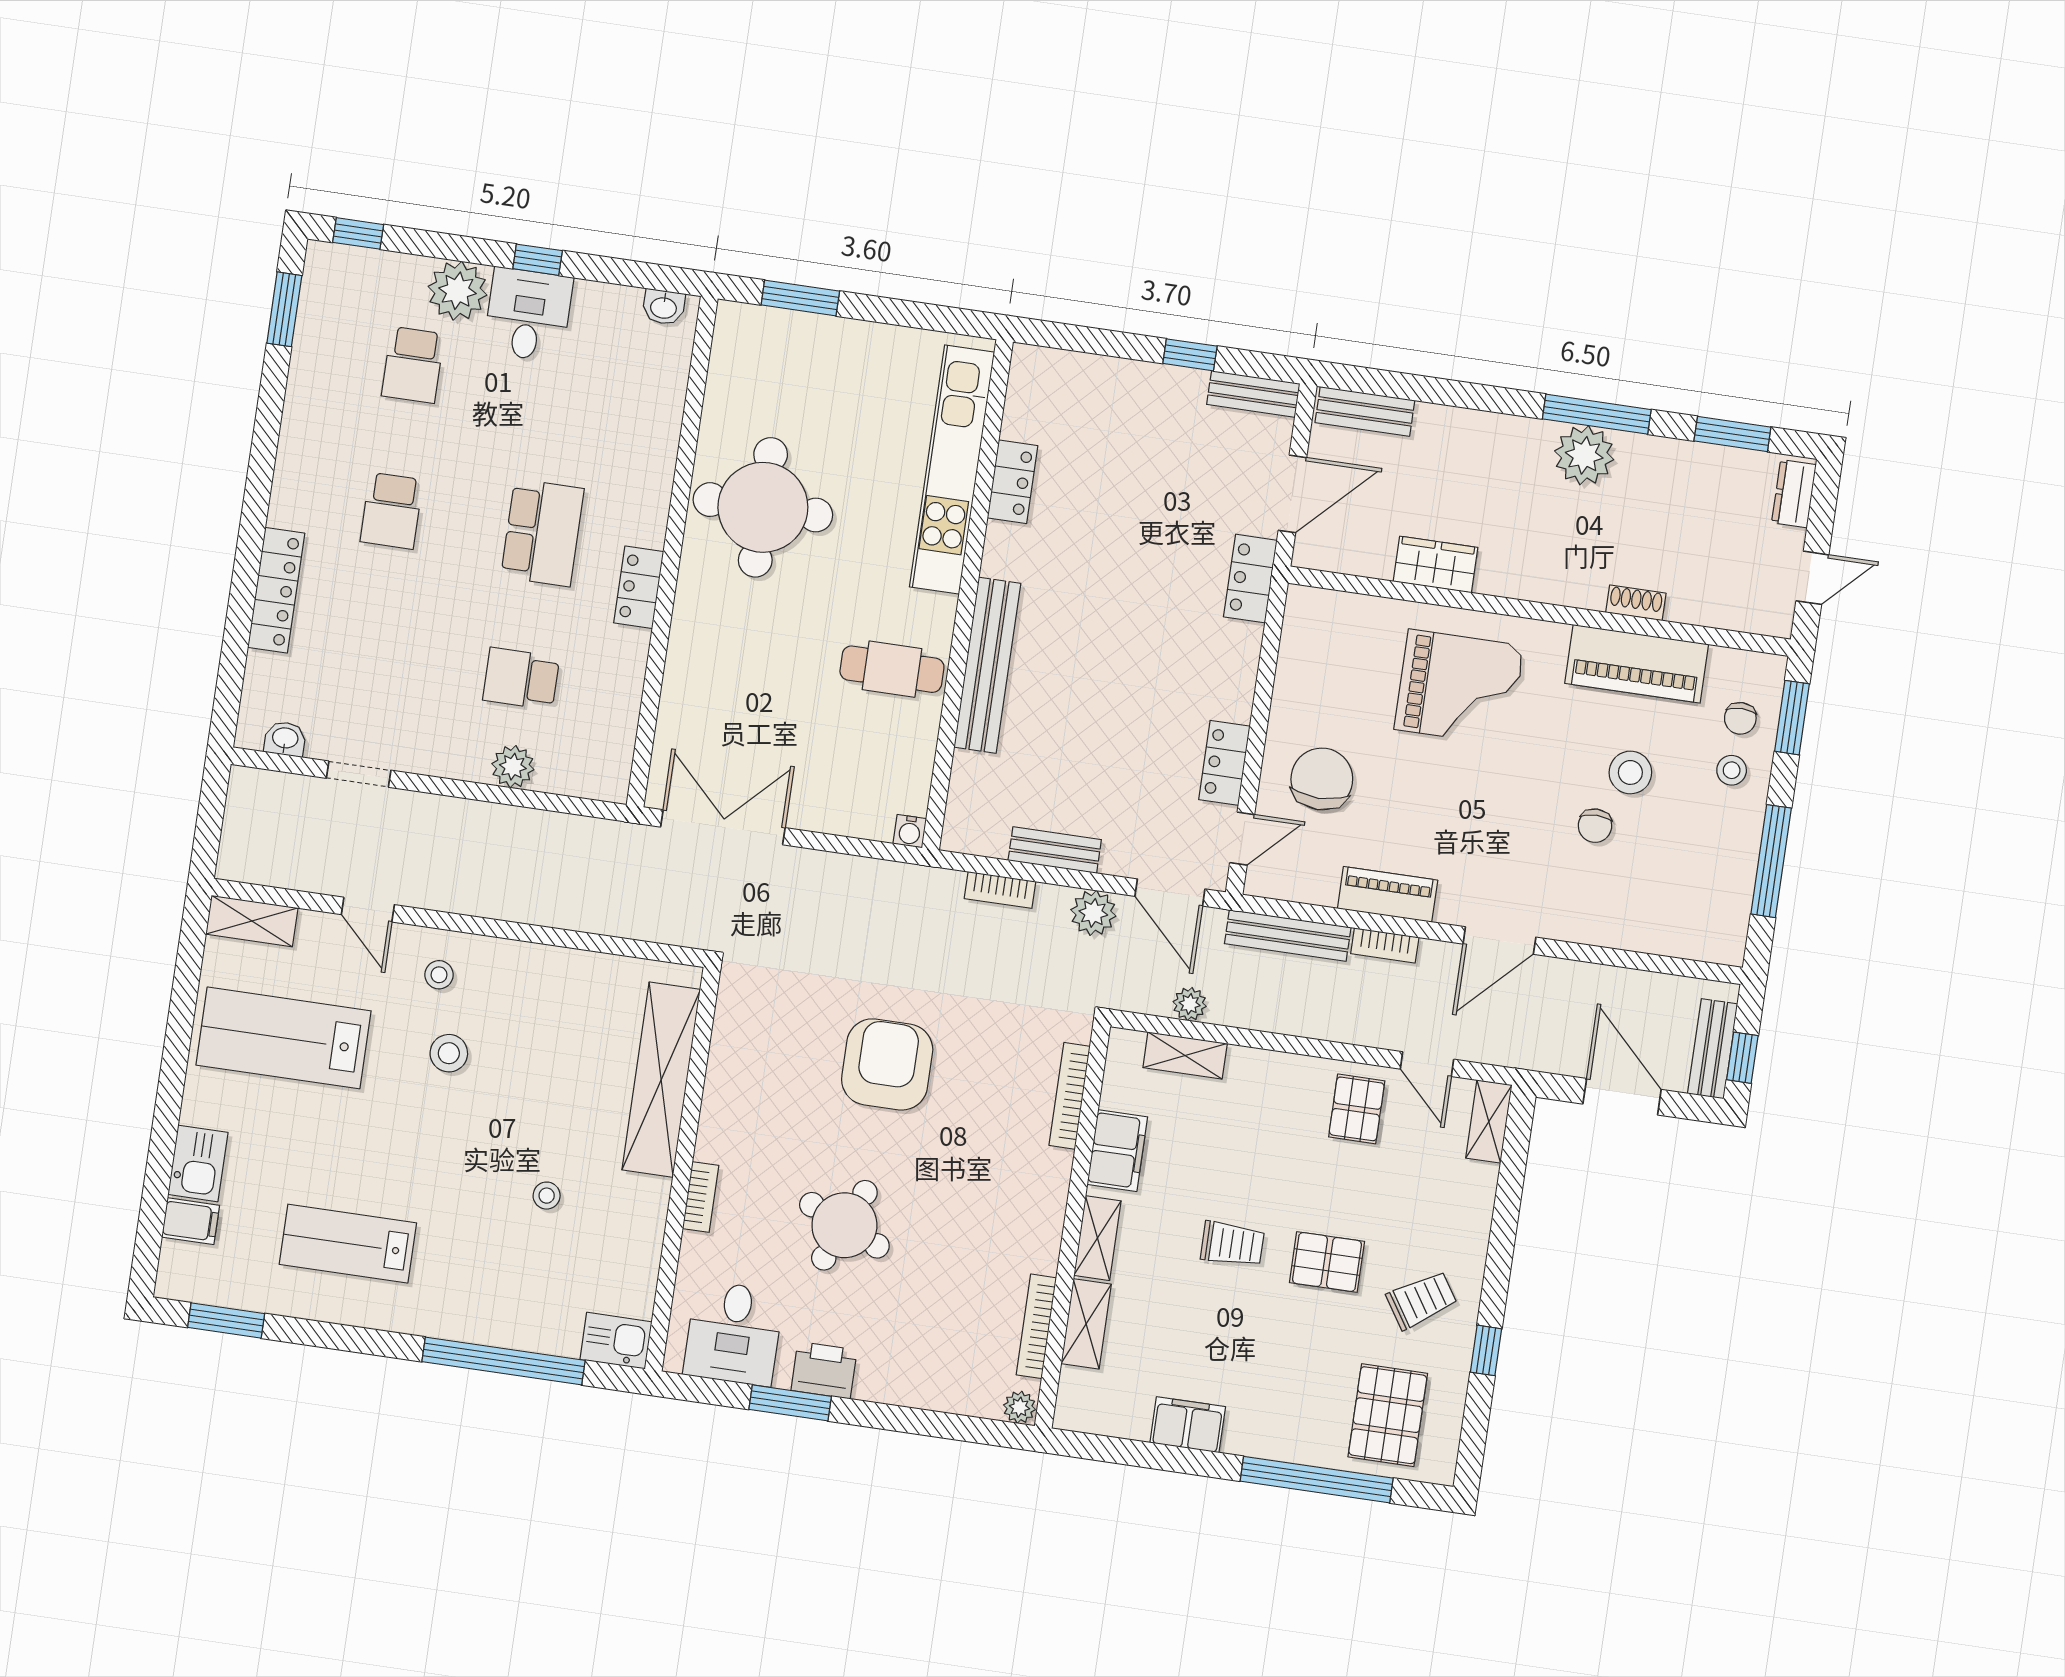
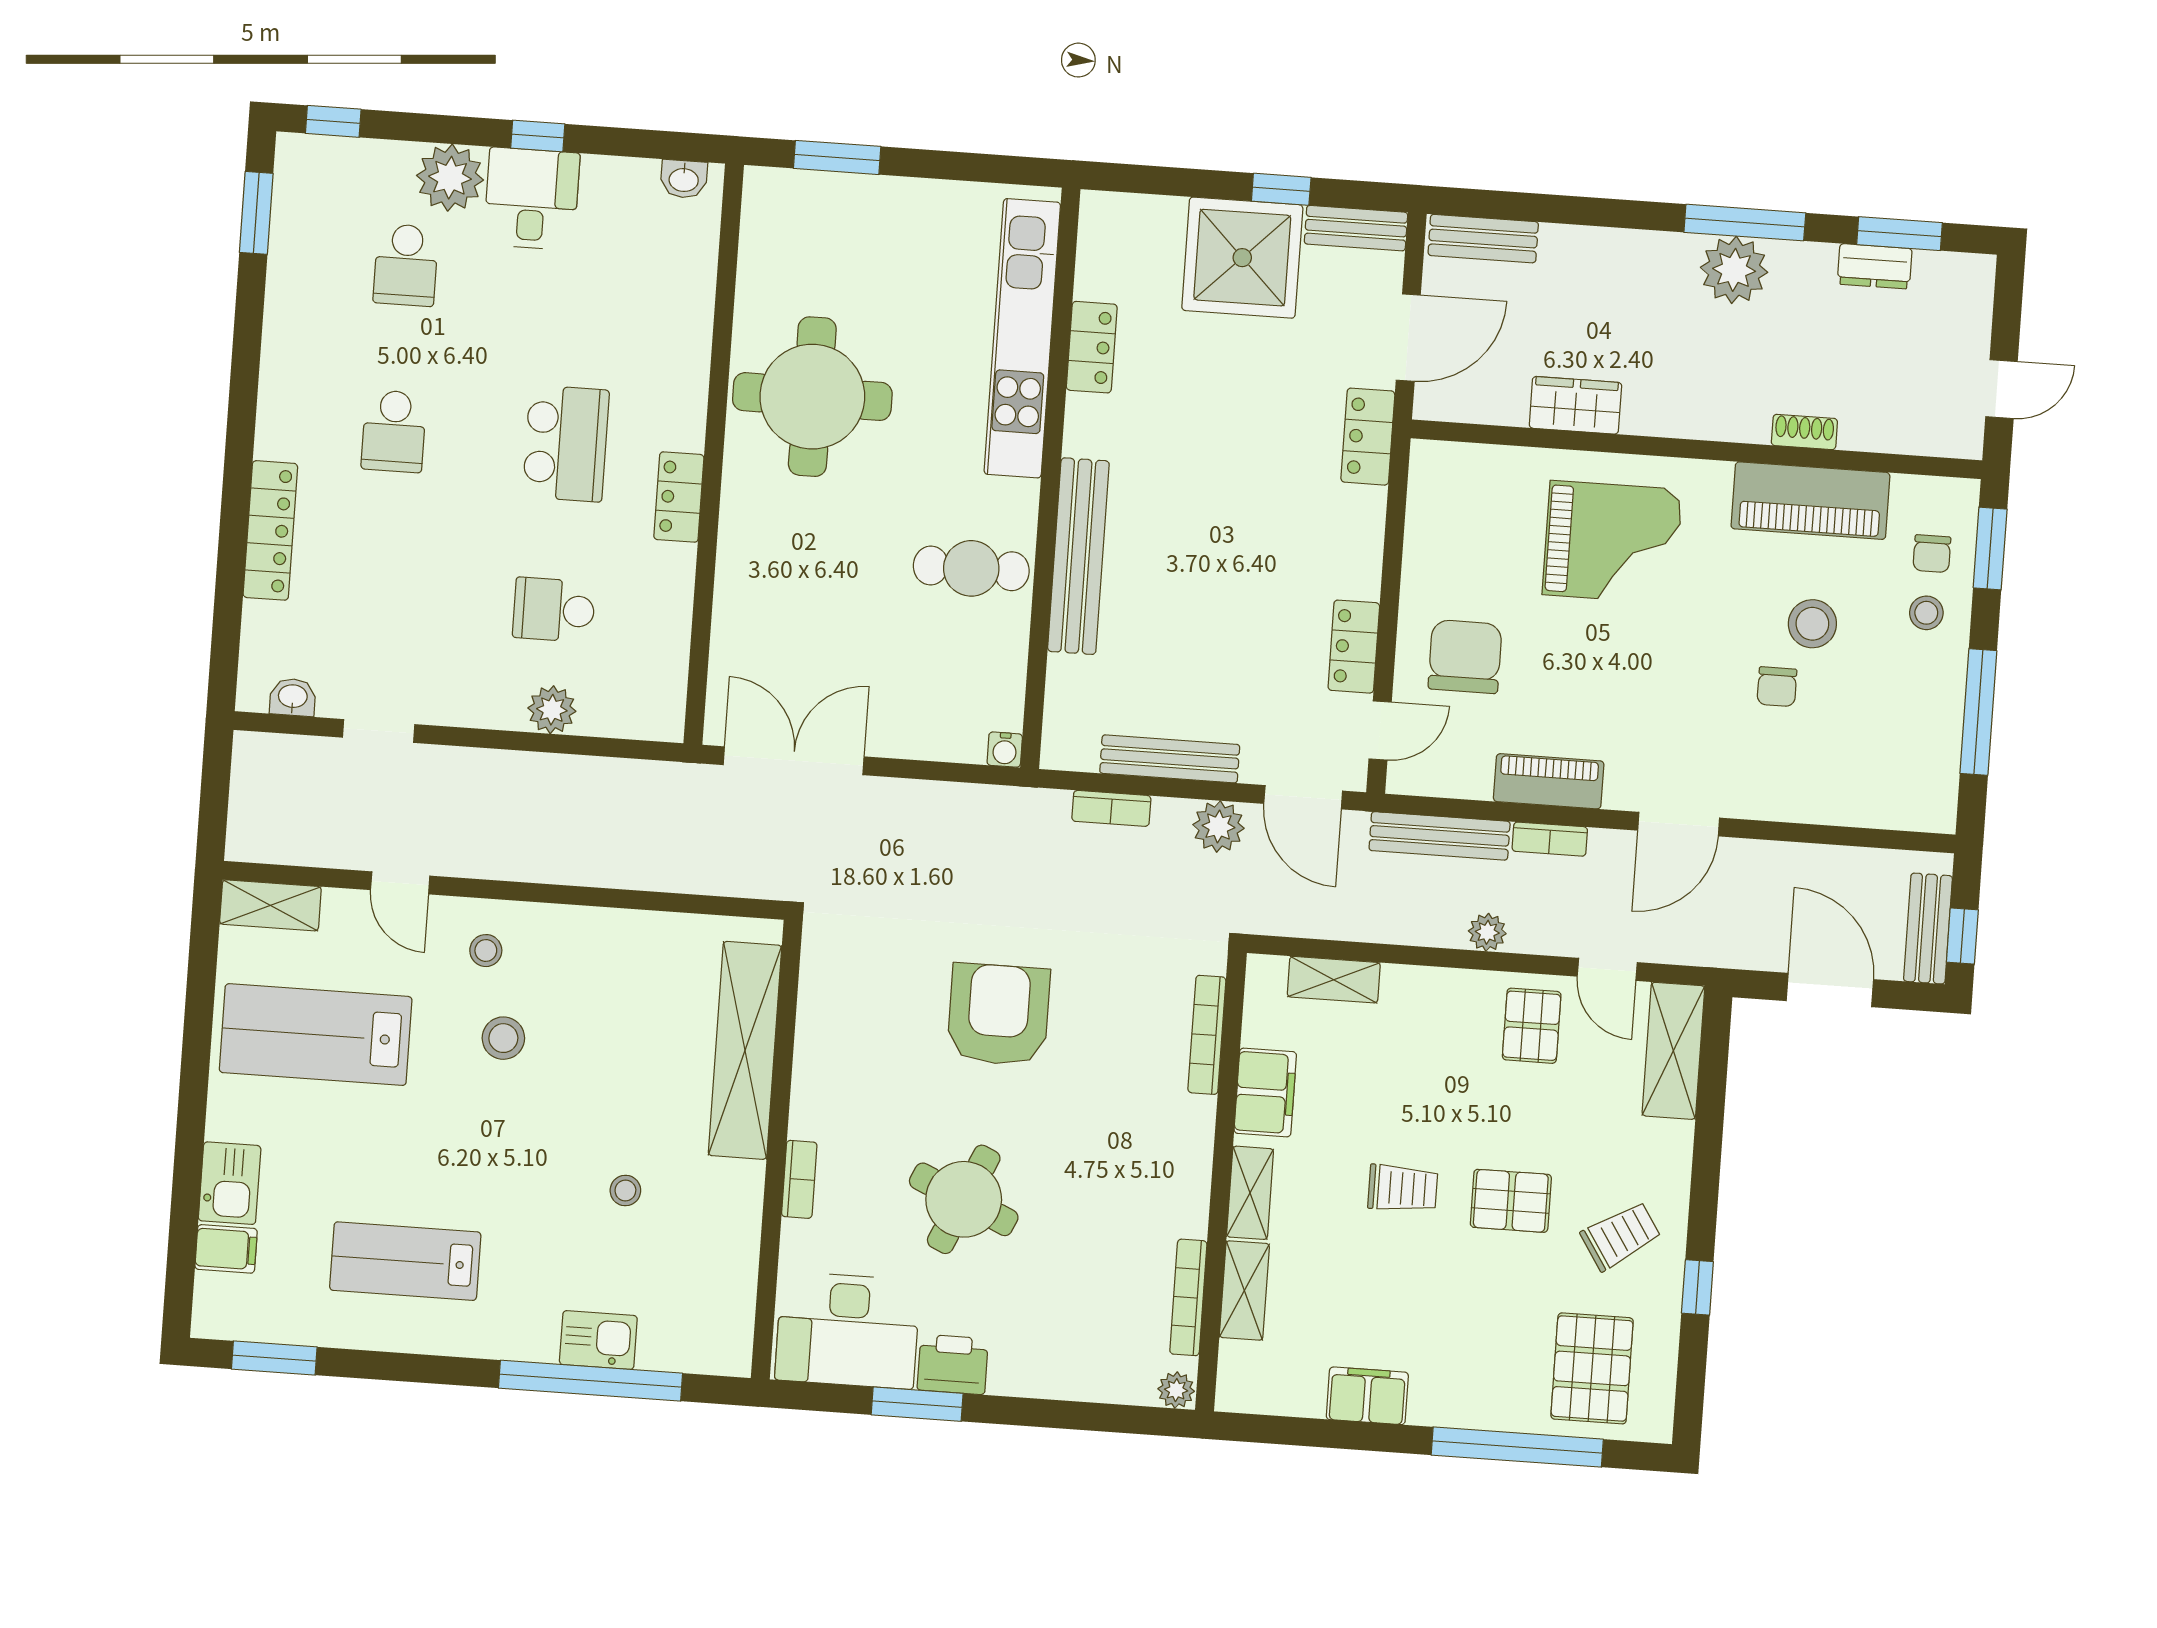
shower: (1151, 413) -> (1242, 258), added
dresser: (1794, 494) -> (1875, 266), moved, turned -90
bench: (1055, 850) -> (1170, 759), width x1.36
plant: (1190, 1004) -> (1487, 932), moved
shelving: (1489, 1121) -> (1673, 1051), width x1.50, depth x1.33
desk: (734, 1333) -> (848, 1330), width x1.37
kitchen sink: (616, 1341) -> (598, 1340), moved

